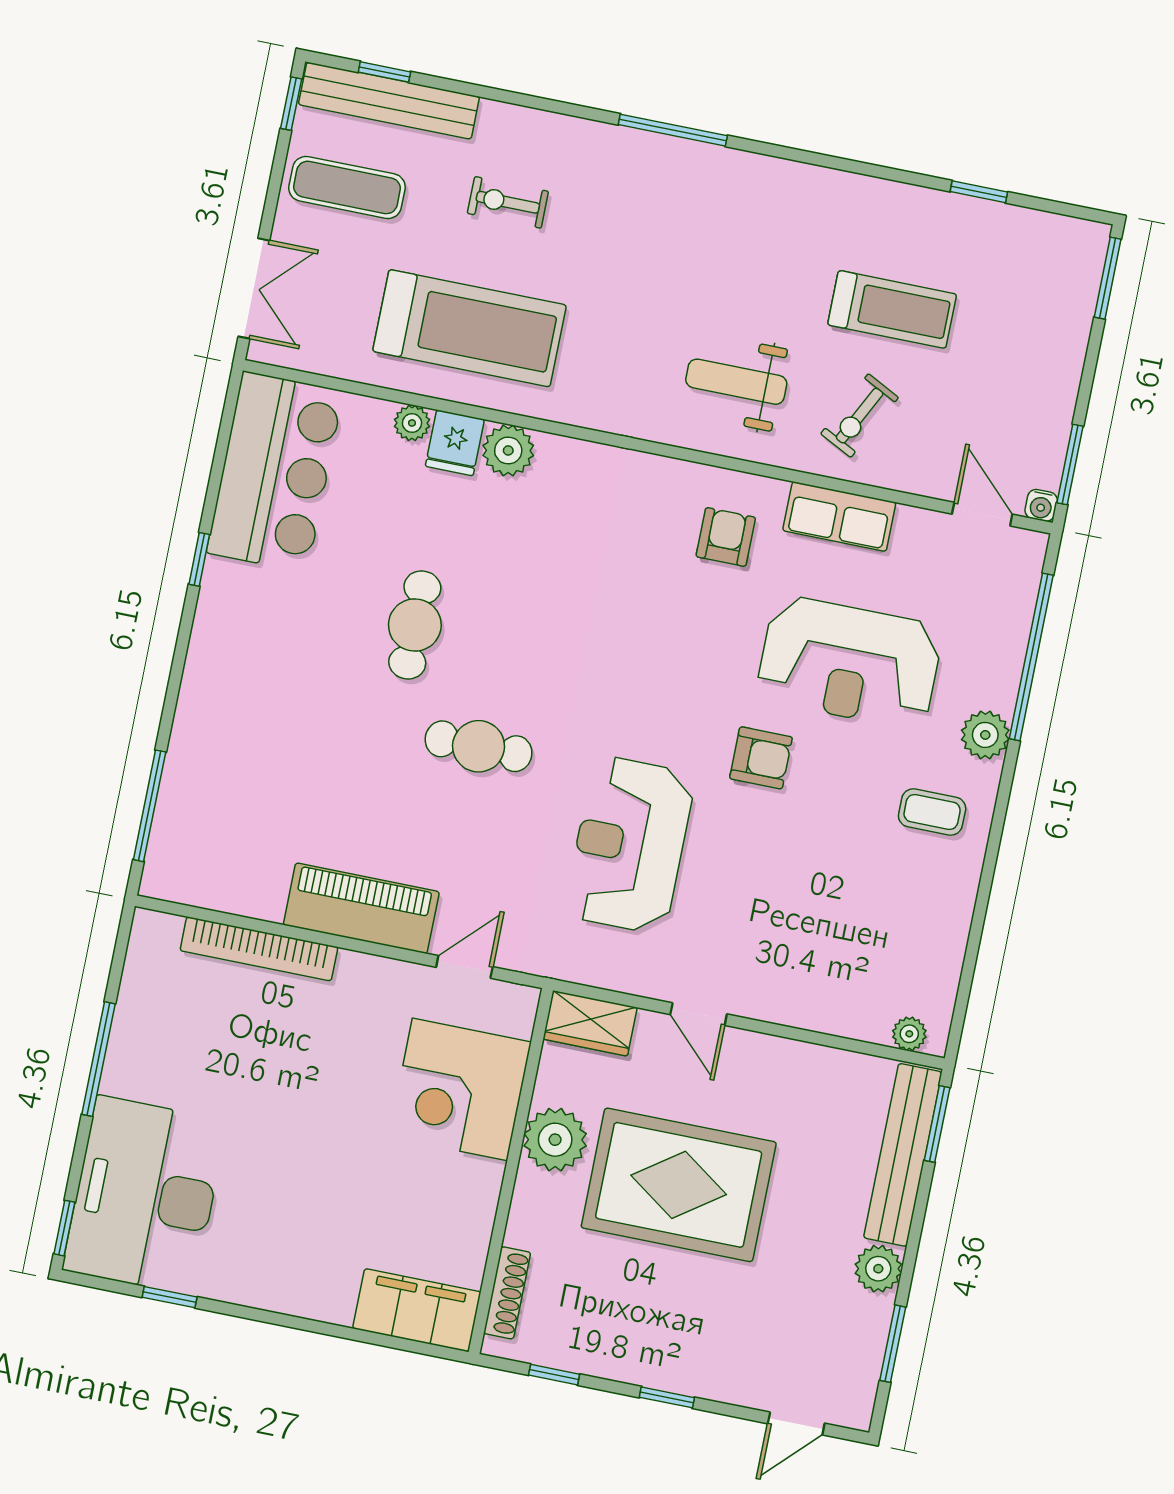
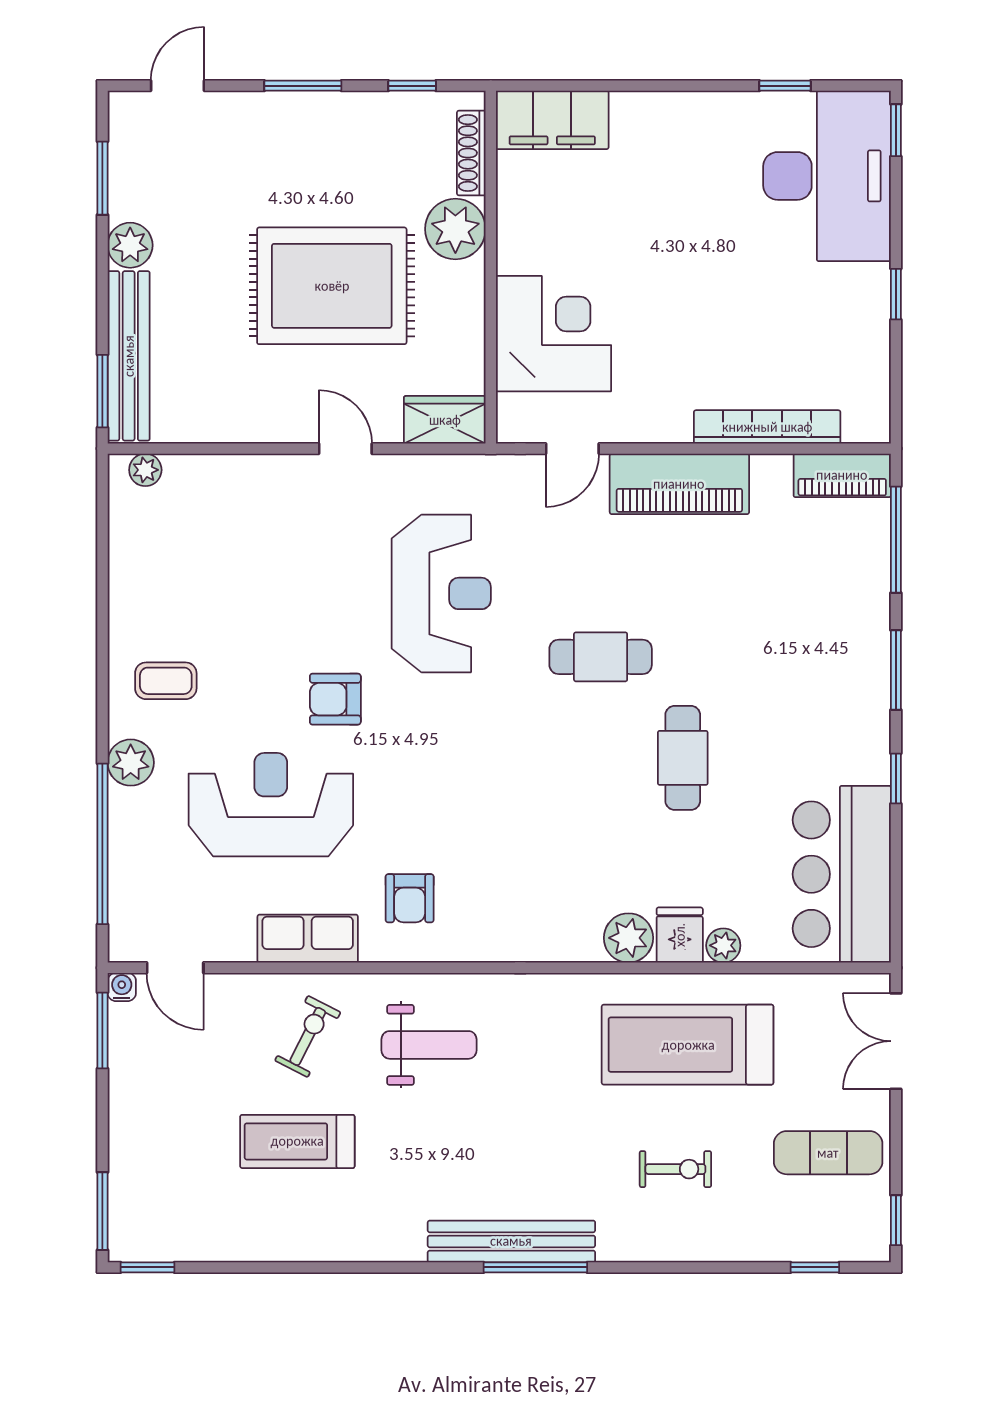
bench: (389, 101) -> (511, 1241), moved
window: (979, 192) -> (147, 1267), moved
window: (177, 671) -> (896, 670), added
piano: (192, 883) -> (842, 475), added
window: (98, 1059) -> (896, 294), width x0.46
plant: (555, 1140) -> (455, 229), moved
window: (667, 1397) -> (303, 86), width x1.50

